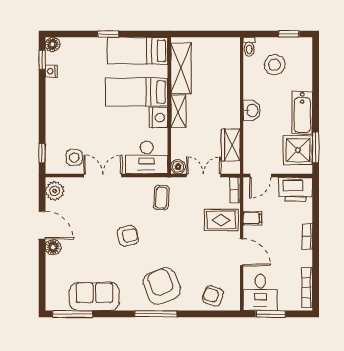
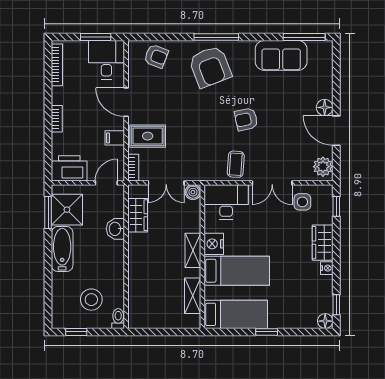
shelving: (181, 68) -> (193, 296), width x0.67, depth x0.75
nightstand: (51, 71) -> (327, 268), moved
washbasin: (252, 111) -> (115, 229), moved
wardrobe: (55, 119) -> (323, 243), added
coffee table: (161, 198) -> (236, 164), moved

